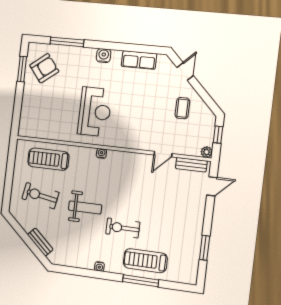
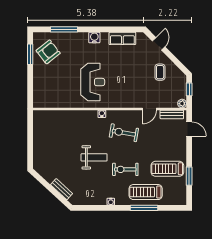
treadmill: (48, 159) -> (167, 169), moved
door: (212, 186) -> (189, 129), hinge flipped
exercise bike: (40, 196) -> (124, 133), moved

